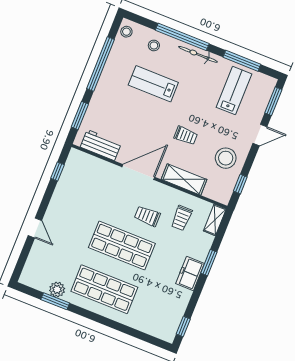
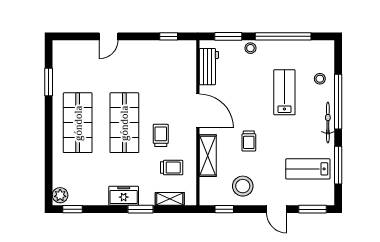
stool: (126, 32) -> (250, 48), moved
lab bench: (234, 91) -> (308, 169), turned 180
trolley: (182, 218) -> (172, 168), turned 180
shelving: (215, 220) -> (170, 199), moved
plant: (57, 289) -> (60, 195), moved

